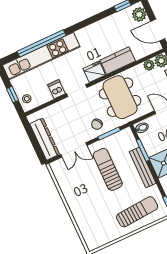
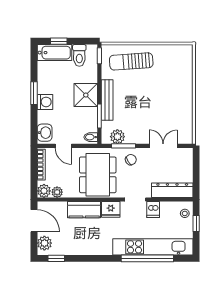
dresser: (45, 139) -> (172, 190), moved, turned 90
plant: (118, 139) -> (117, 137), added
sun lounger: (108, 169) -> (140, 113), removed

